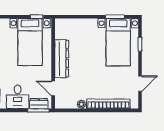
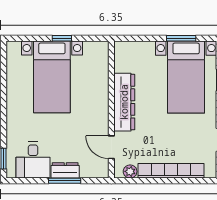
dresser: (62, 59) -> (124, 102), moved
wall: (53, 64) -> (111, 110), moved
door: (53, 88) -> (111, 147), moved

